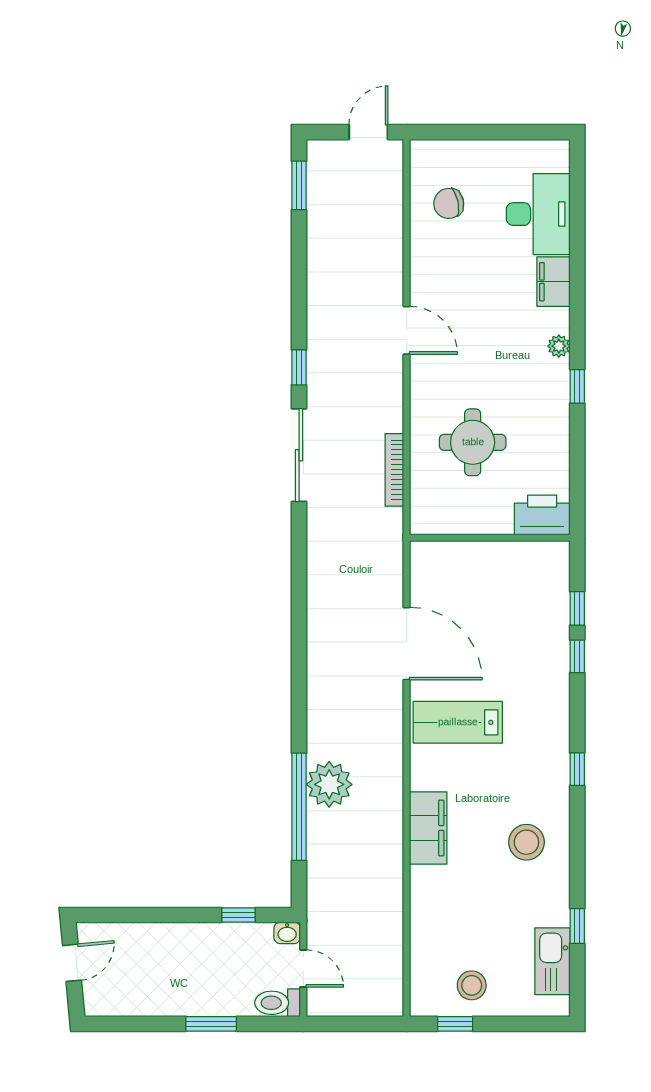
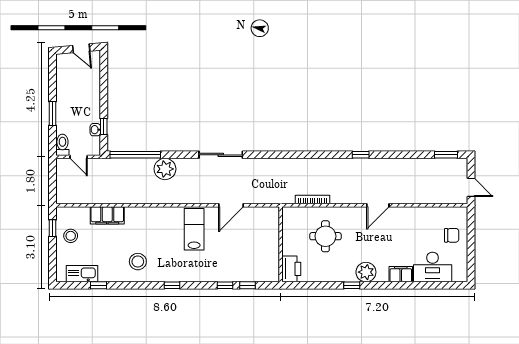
chair: (449, 203) -> (452, 235), moved, turned 102
plant: (559, 346) -> (366, 272), width x1.87, depth x1.87
sliding door: (299, 455) -> (221, 155), moved
door: (407, 644) -> (231, 205), width x0.73
window: (299, 807) -> (135, 155), moved
filing cabinet: (428, 828) -> (107, 215), moved
washbasin: (287, 933) -> (95, 130), moved
door: (303, 968) -> (79, 157), hinge flipped

